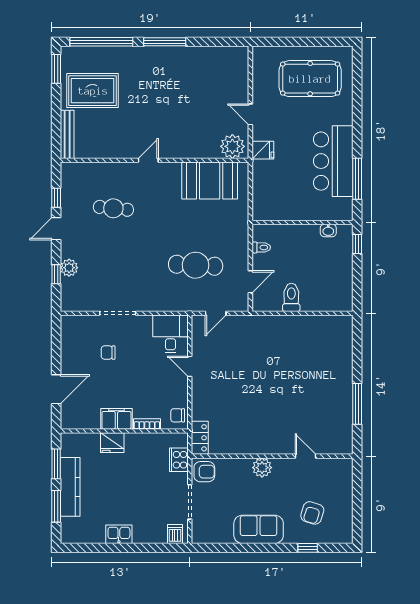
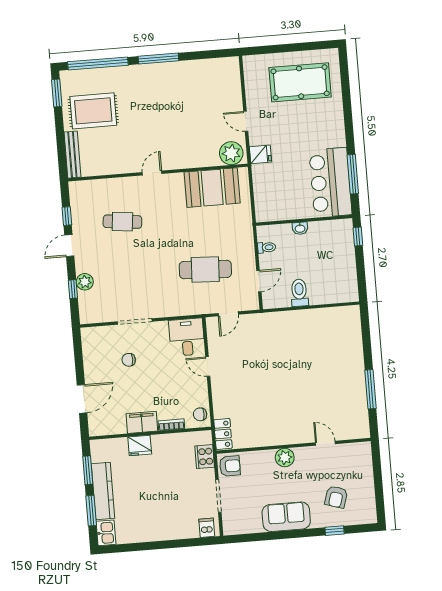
bar counter: (333, 161) -> (330, 182), moved
washbasin: (328, 230) -> (300, 228), moved
kitchen sink: (119, 534) -> (106, 533), moved, turned 90

